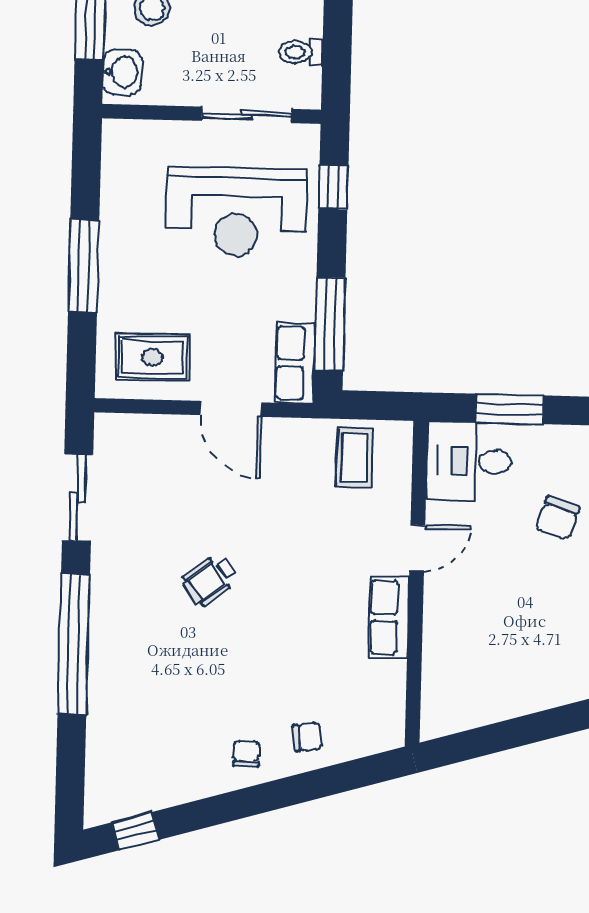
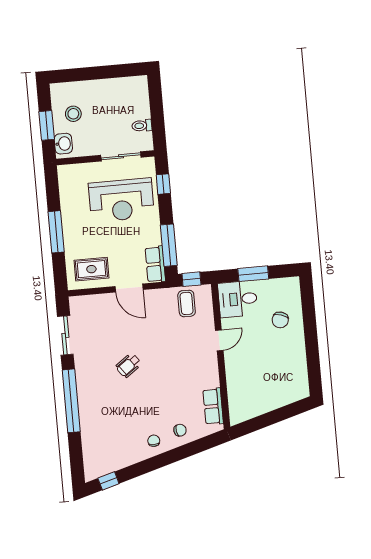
window: (371, 405) -> (191, 279), added
row of seats: (389, 617) -> (213, 406), moved

